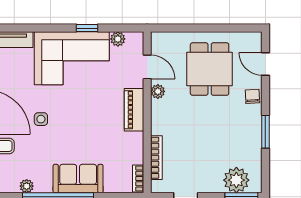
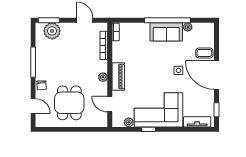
plant: (158, 91) -> (103, 77), moved
window: (265, 132) -> (33, 62), width x1.44
sofa: (78, 179) -> (166, 32), moved

